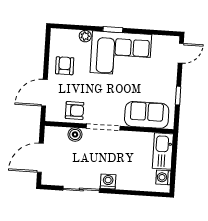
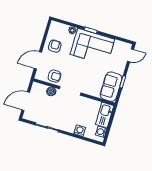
sofa: (147, 115) -> (111, 87), moved, turned -90
washing machine: (108, 182) -> (80, 131), moved

